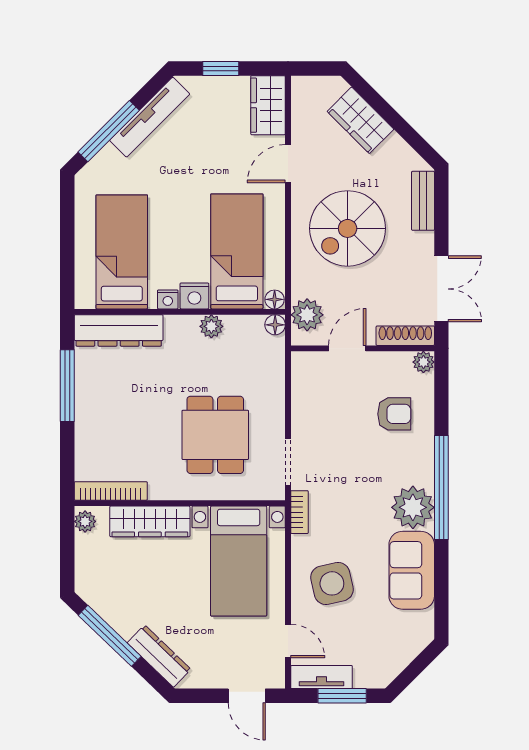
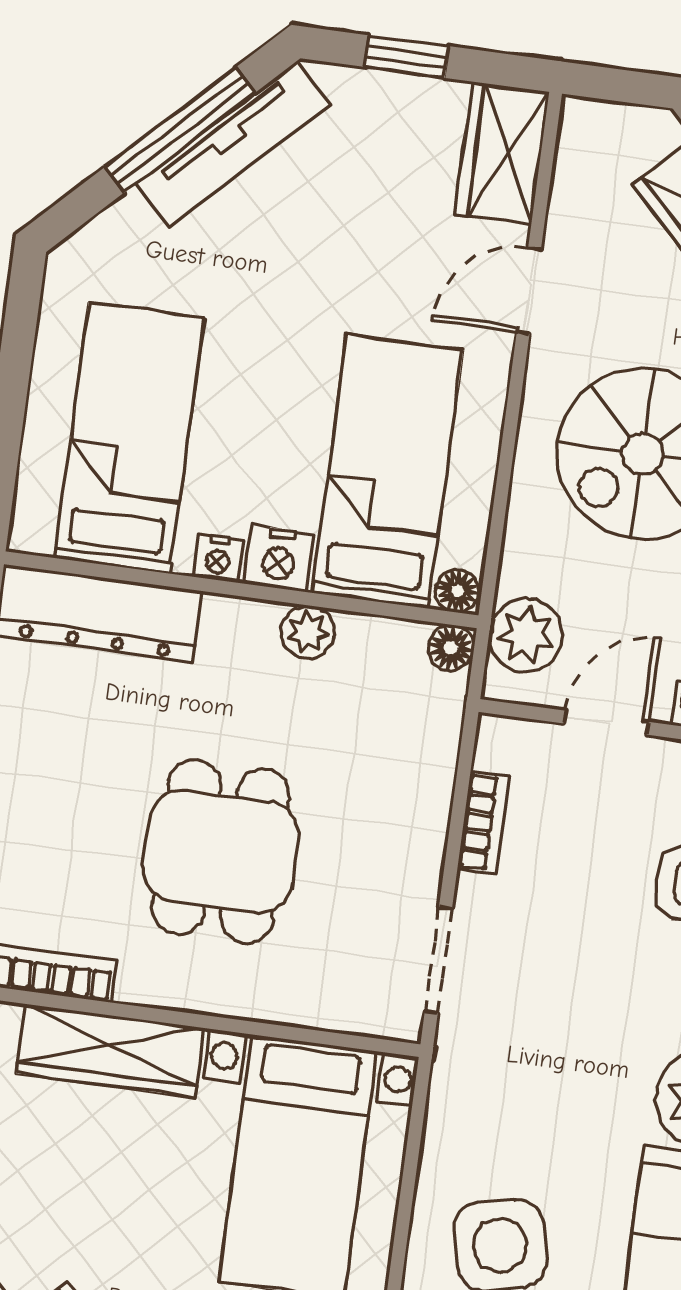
window: (109, 131) -> (180, 130), moved
dining table: (215, 435) -> (221, 851), moved
bookcase: (299, 512) -> (483, 823), moved

